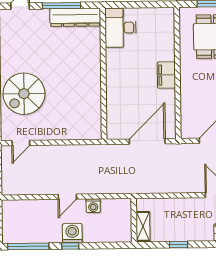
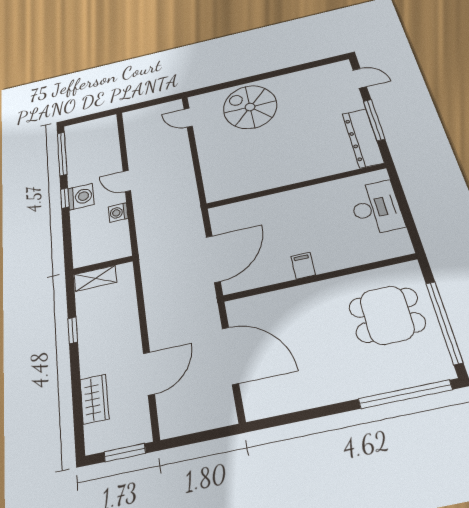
desk: (121, 28) -> (376, 208), moved, turned 90
filing cabinet: (166, 75) -> (303, 266), width x0.50
door: (147, 141) -> (213, 259), hinge flipped

